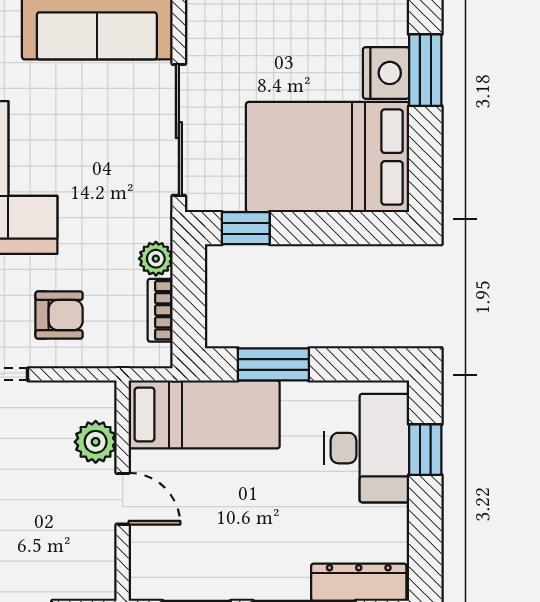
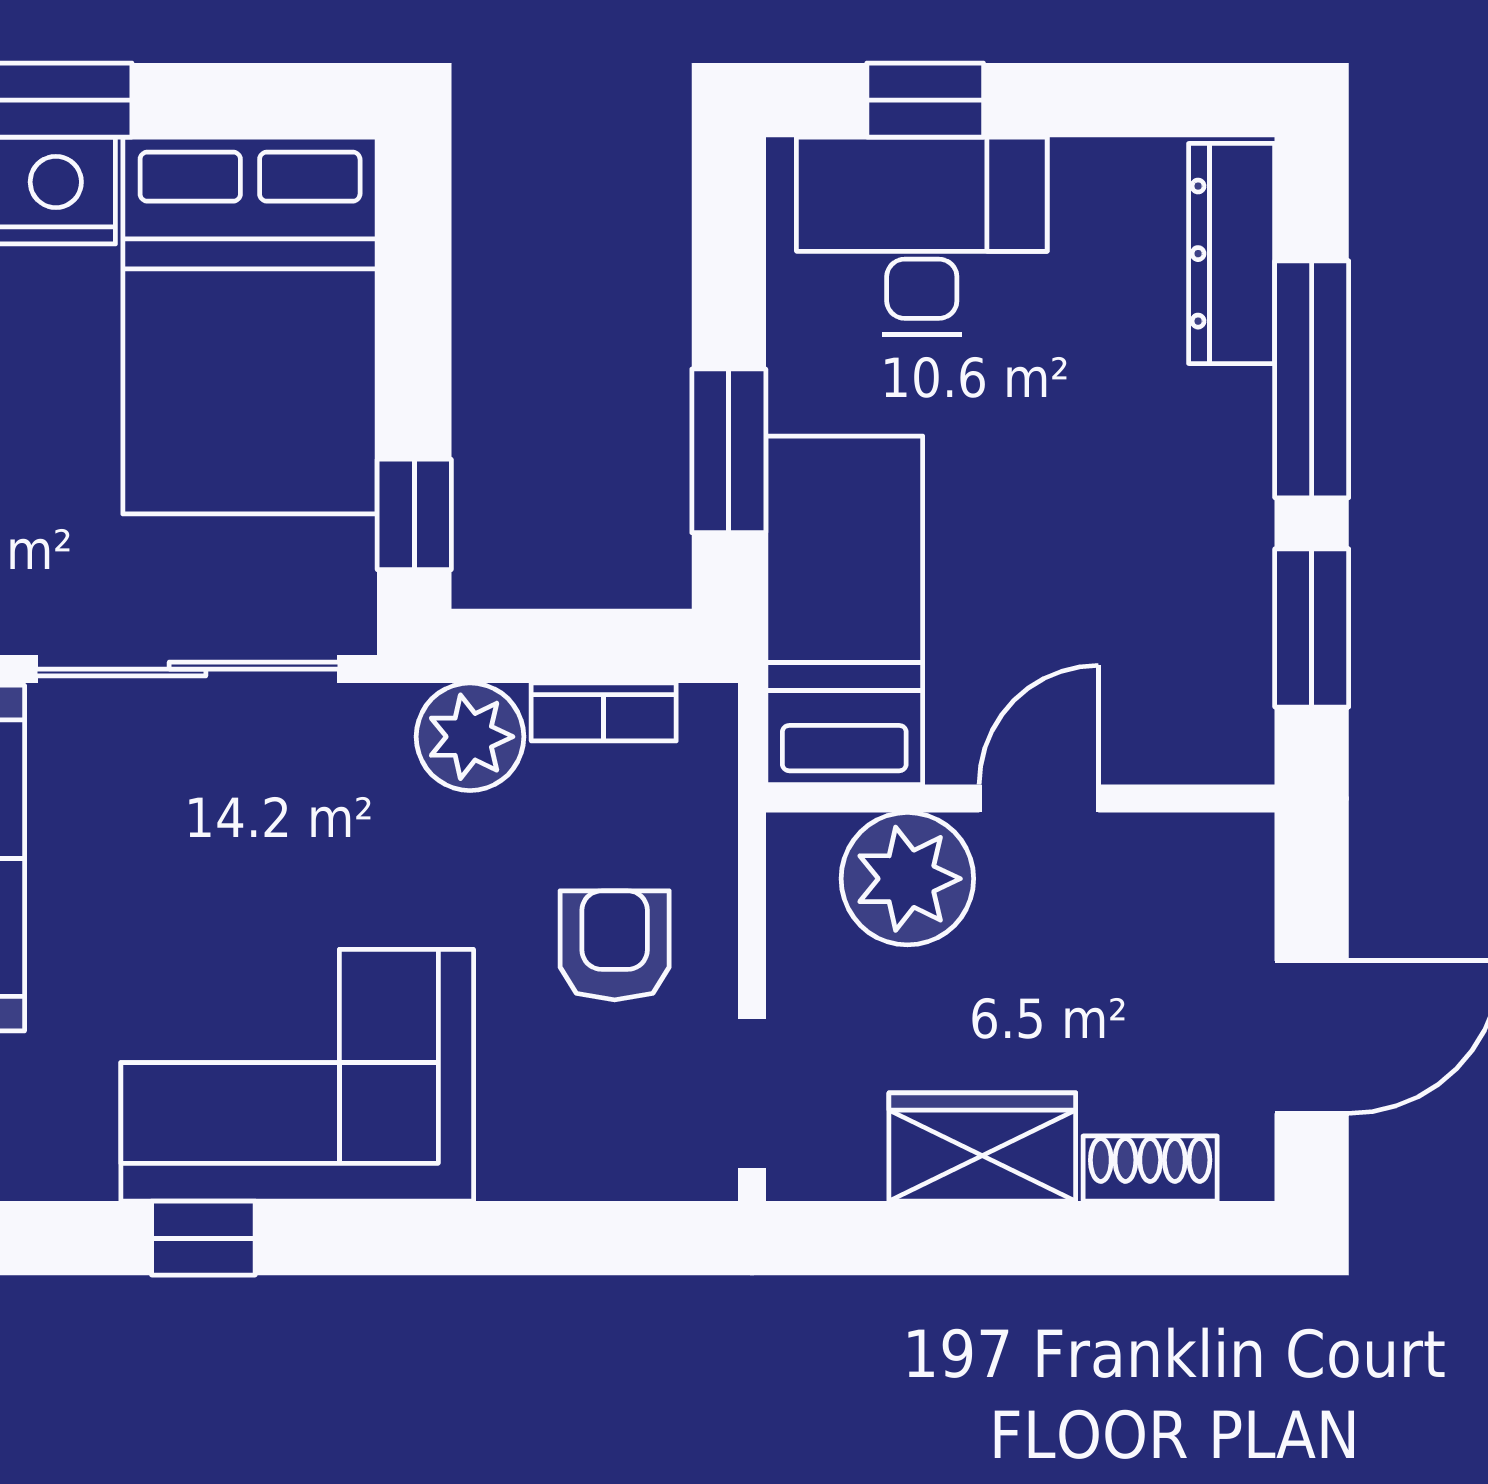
plant: (156, 259) -> (470, 737), width x1.38, depth x1.38
plant: (96, 442) -> (907, 879), width x1.36, depth x1.36

